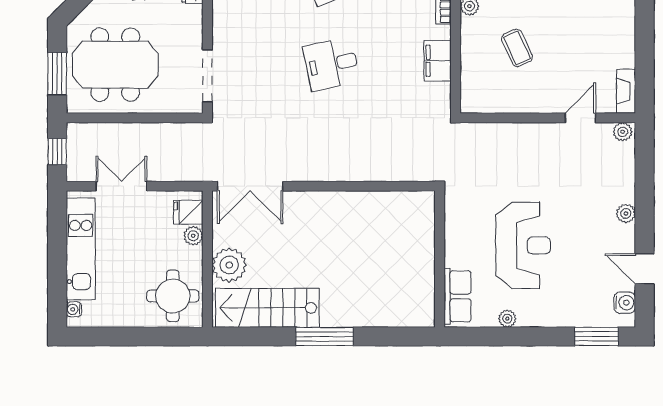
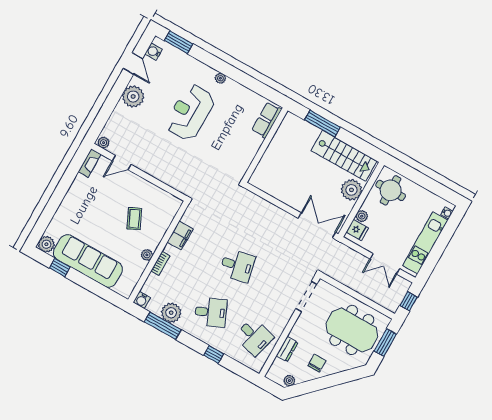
plant: (626, 213) -> (133, 96), width x1.88, depth x1.88
wall: (440, 259) -> (265, 145), moved
row of seats: (458, 296) -> (267, 120), moved

